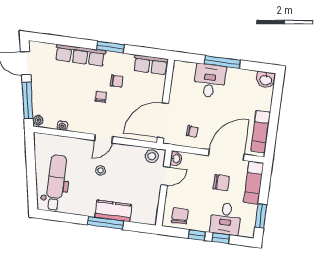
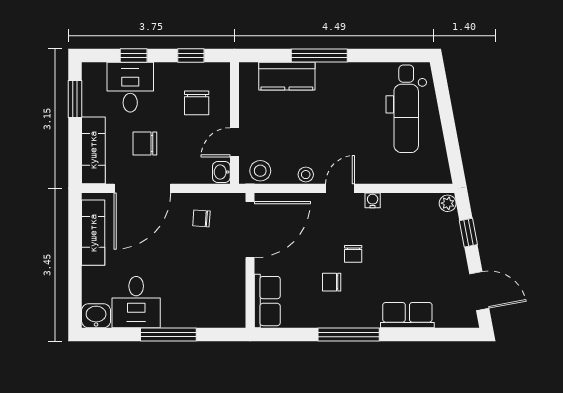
window: (110, 47) -> (349, 335), width x1.44
row of seats: (80, 55) -> (407, 315), width x0.68
row of seats: (151, 65) -> (267, 301), moved, turned 90
desk: (210, 81) -> (136, 302), moved
window: (28, 100) -> (468, 233), width x0.46
water cooler: (62, 126) -> (373, 200), moved
stool: (100, 170) -> (306, 175), moved
kitchen counter: (113, 211) -> (287, 76), moved
chair: (180, 216) -> (197, 103), moved
window: (197, 235) -> (191, 56), moved

